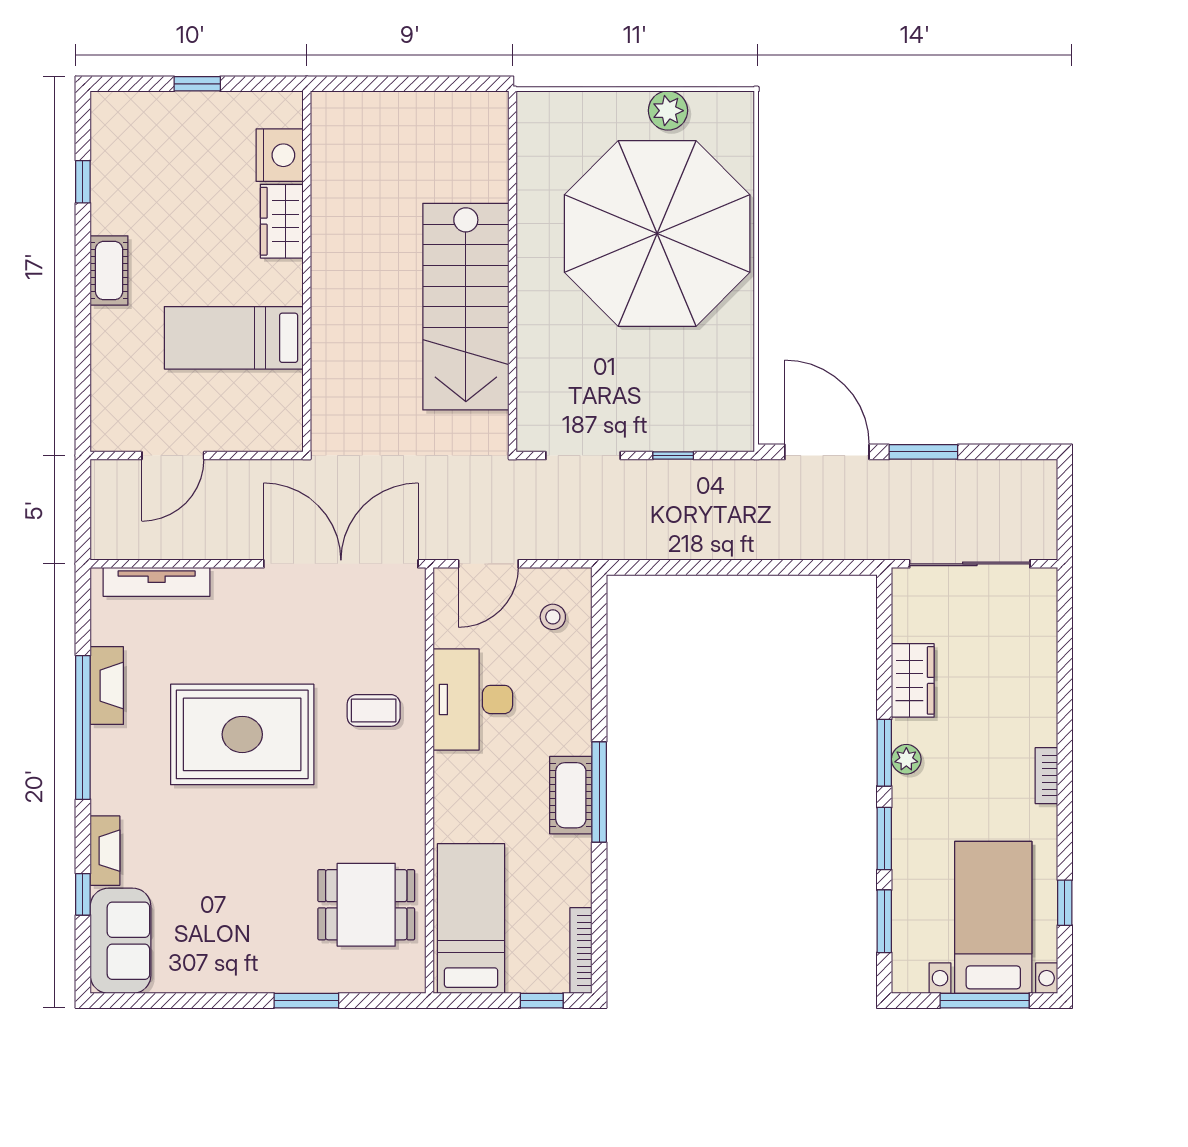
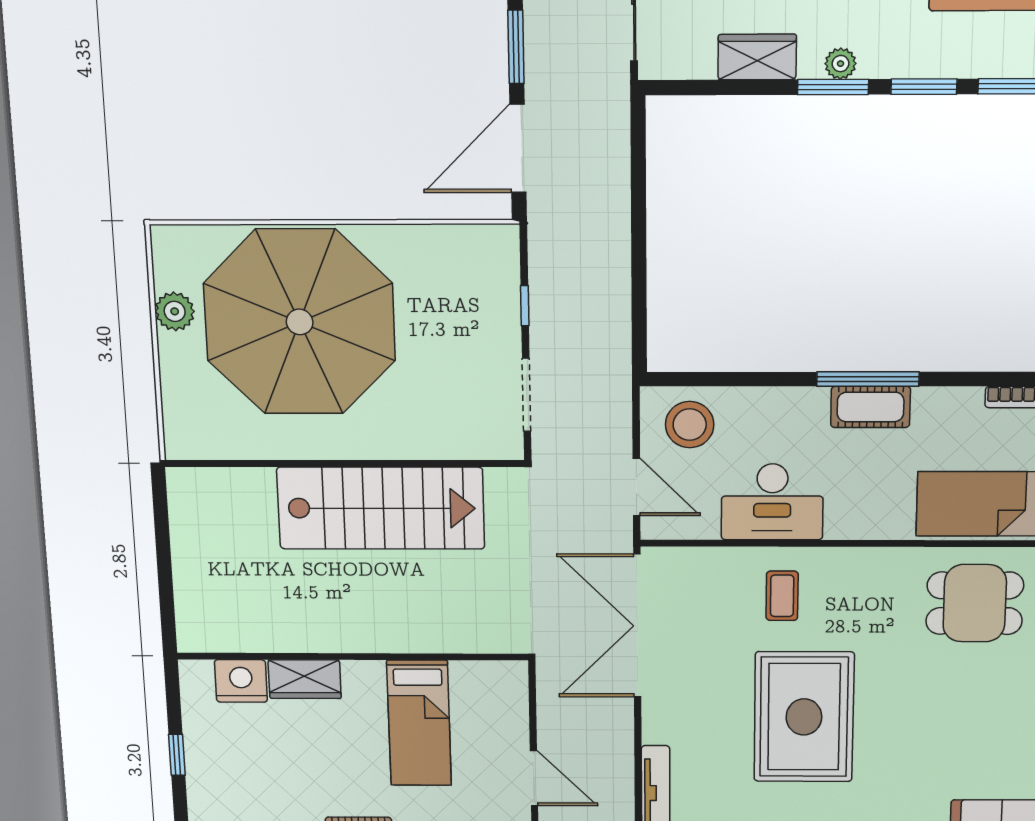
stool: (553, 617) -> (690, 425), width x1.89, depth x1.89
dining table: (366, 905) -> (975, 603), turned 90

